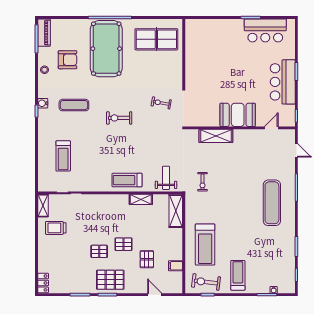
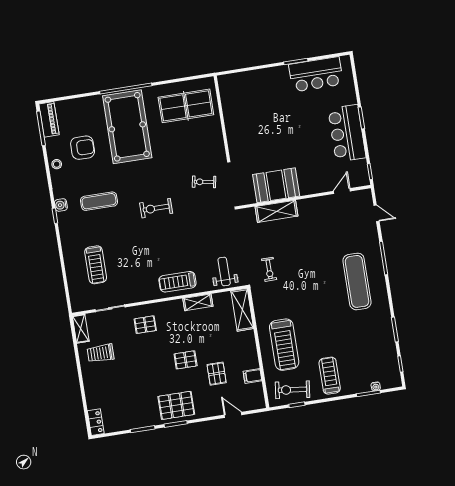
booth: (238, 115) -> (276, 185), moved
pallet: (99, 251) -> (145, 325), moved

